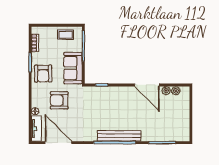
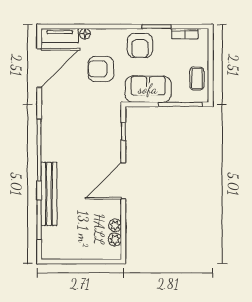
armchair: (43, 74) -> (140, 46), turned -90
door: (147, 85) -> (123, 181), moved
armchair: (59, 100) -> (101, 69), turned -90
bench: (119, 136) -> (49, 194), moved

